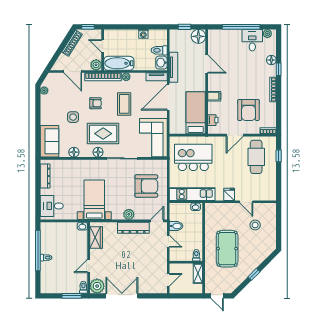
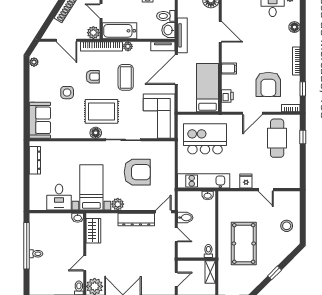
window: (279, 69) -> (303, 89), moved
floor lamp: (74, 152) -> (68, 133), removed
armchair: (146, 186) -> (137, 172), moved
desk: (52, 206) -> (59, 197), moved, turned -90
plant: (129, 214) -> (118, 204), moved
stool: (255, 225) -> (287, 226), moved

